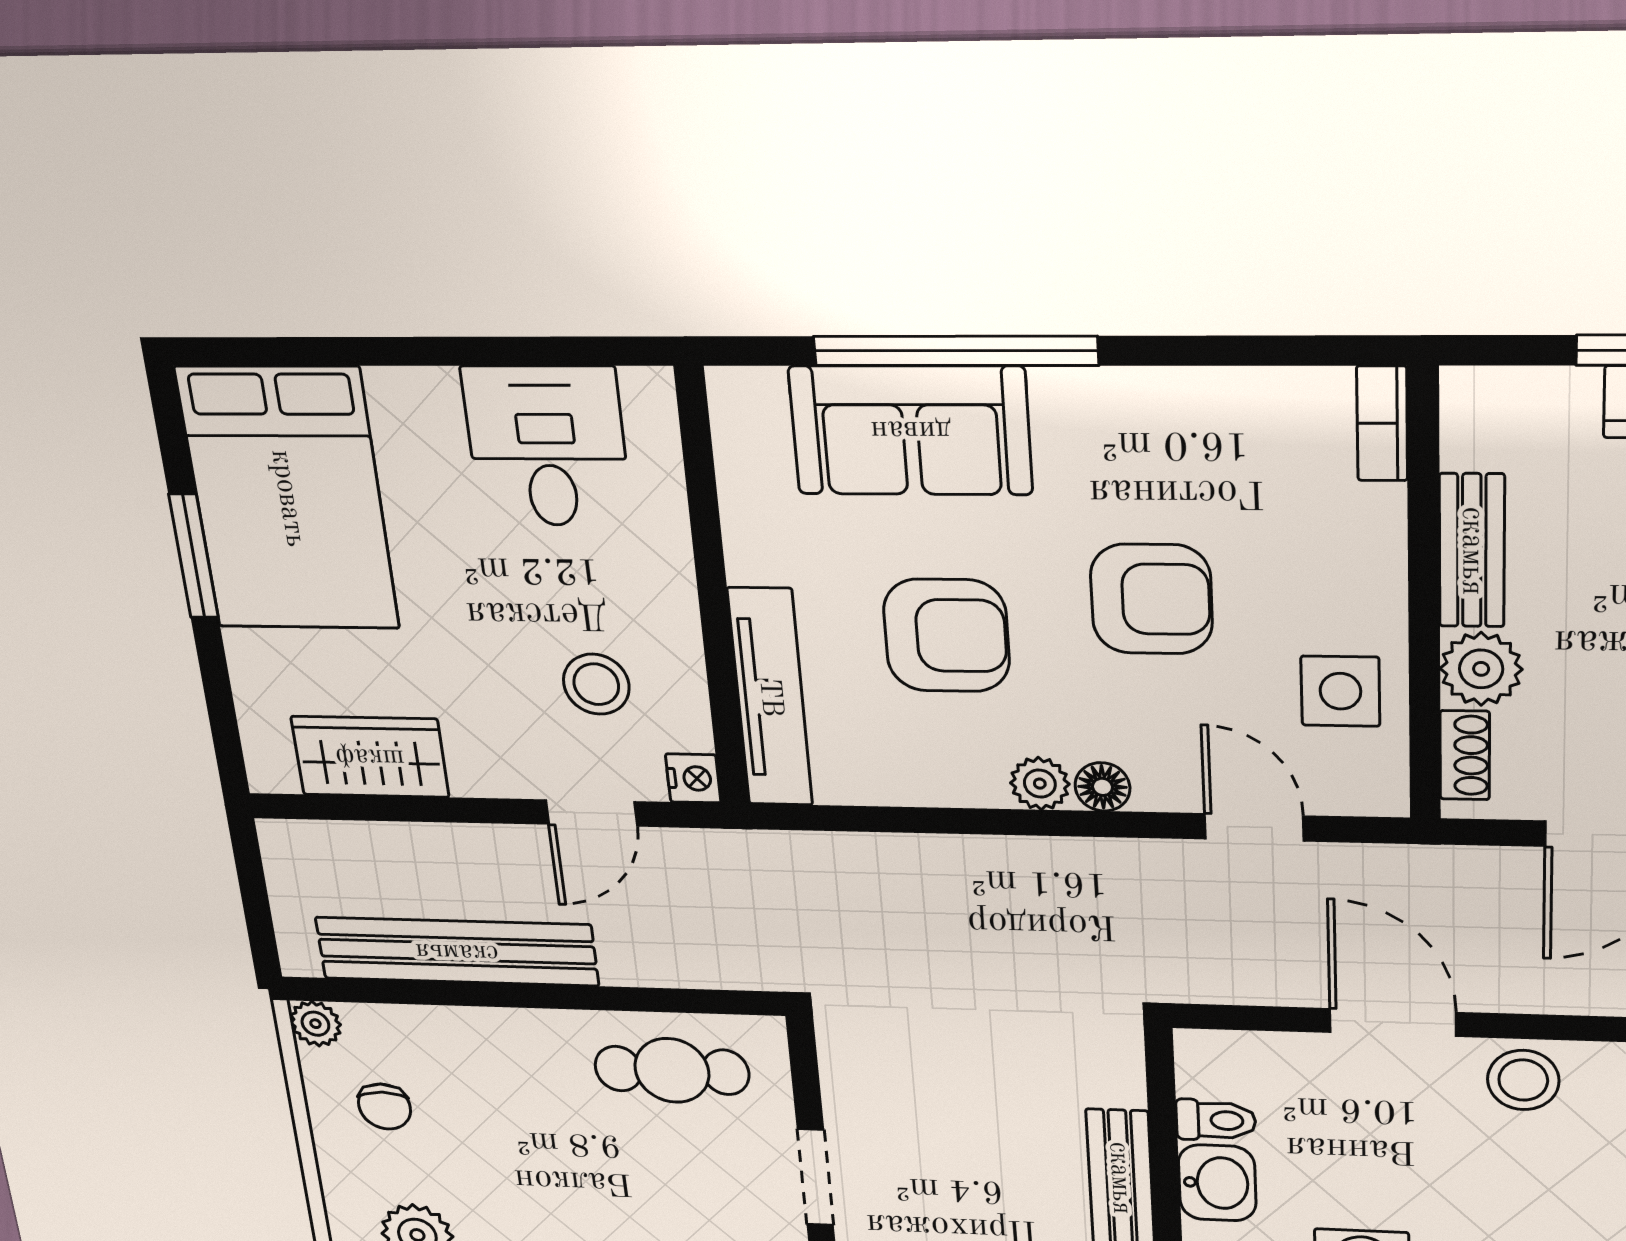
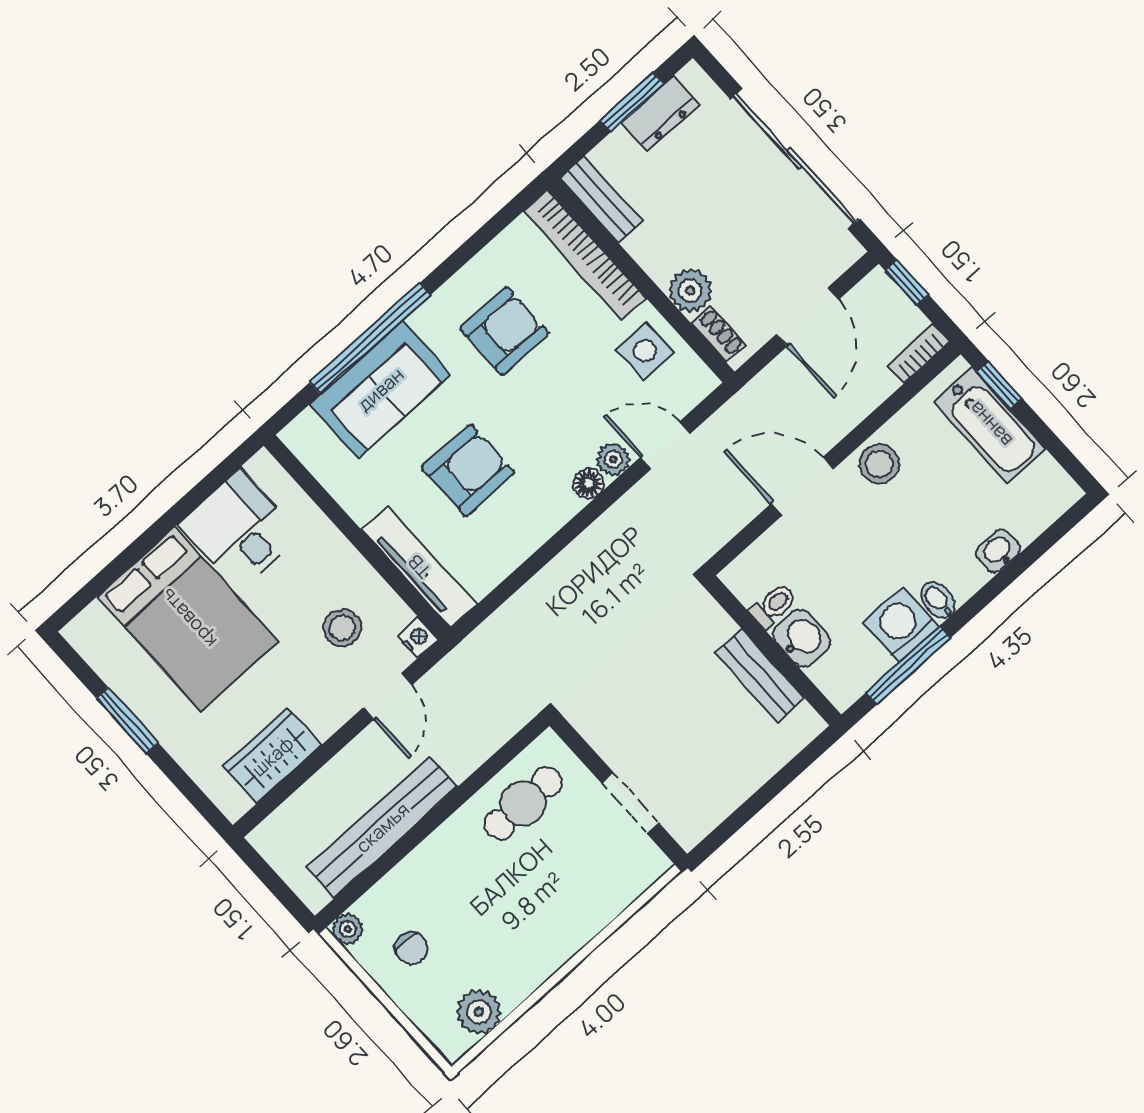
bookcase: (1382, 423) -> (584, 254), width x2.31, depth x1.31
bed: (288, 499) -> (188, 619), moved
bench: (1472, 551) -> (601, 199), moved
armchair: (1151, 599) -> (504, 331), moved
plant: (1040, 784) -> (613, 459), moved

